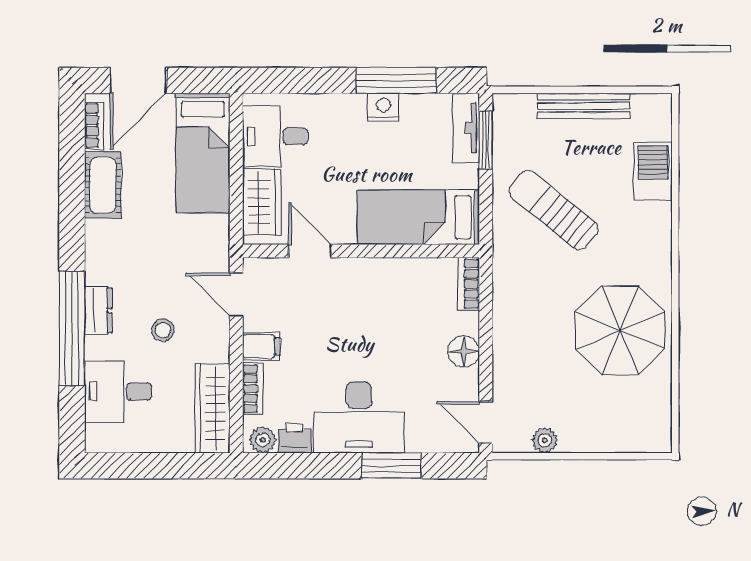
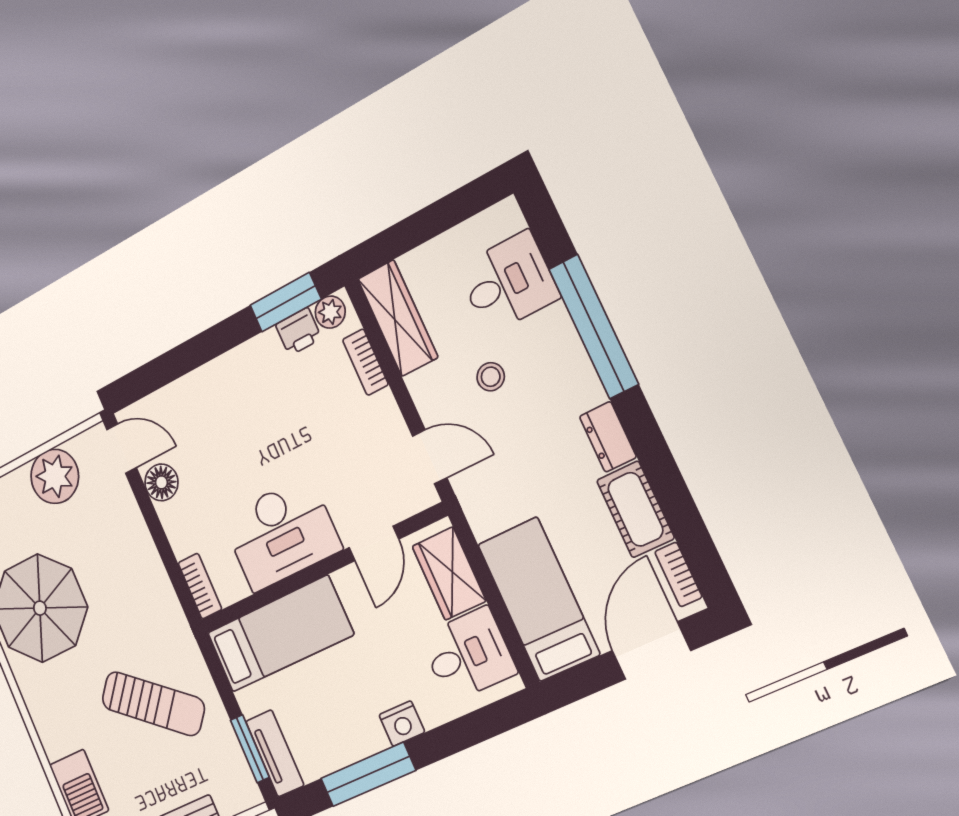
nightstand: (383, 107) -> (402, 724), moved
door: (310, 251) -> (374, 543), hinge flipped
dresser: (98, 310) -> (608, 437), moved
filing cabinet: (261, 346) -> (378, 413), removed
floor lamp: (464, 351) -> (161, 482), moved
desk: (359, 417) -> (281, 533), moved, turned 180
plant: (545, 440) -> (55, 476), width x1.88, depth x1.88
window: (392, 466) -> (286, 302), moved

